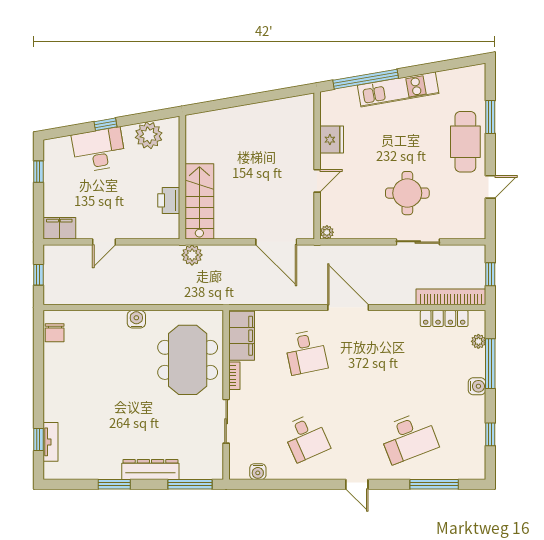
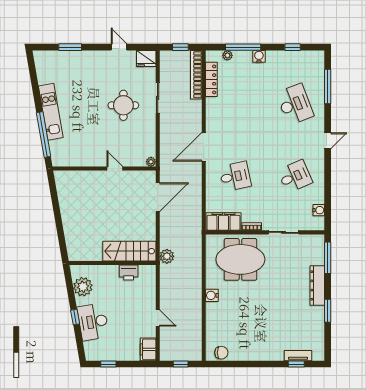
fridge: (332, 140) -> (146, 58), moved, turned 180
cafe table: (465, 142) -> (87, 65), removed

